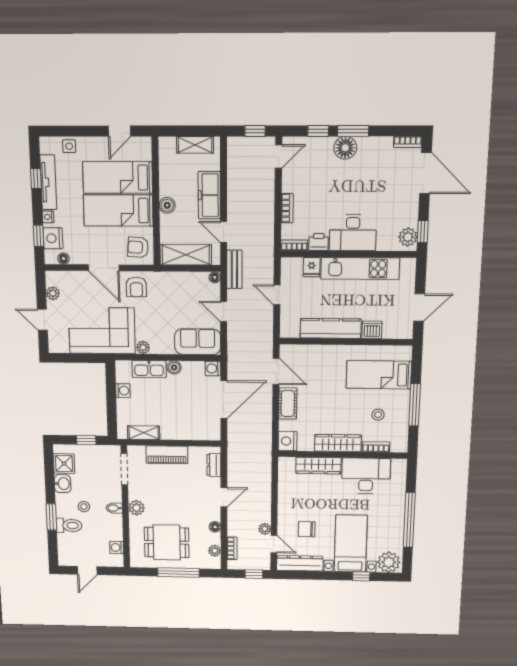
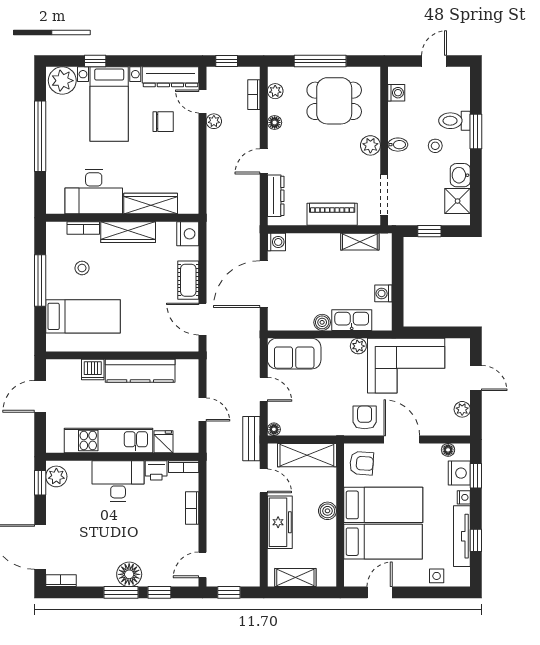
washing machine: (213, 368) -> (276, 242), moved
dresser: (214, 465) -> (276, 196), width x1.44

